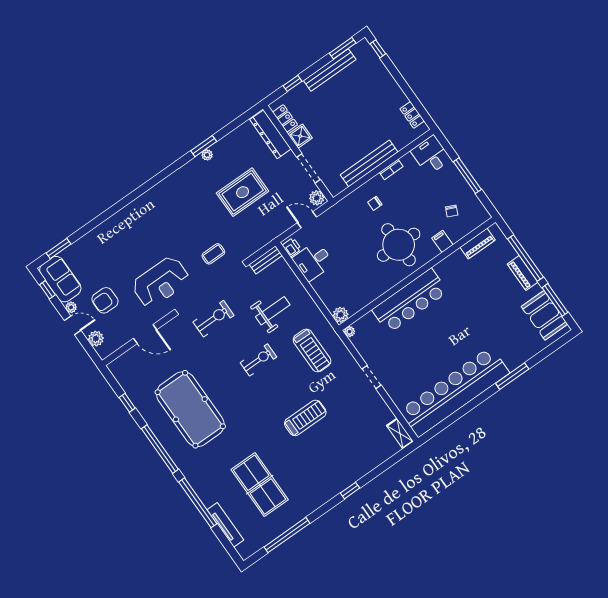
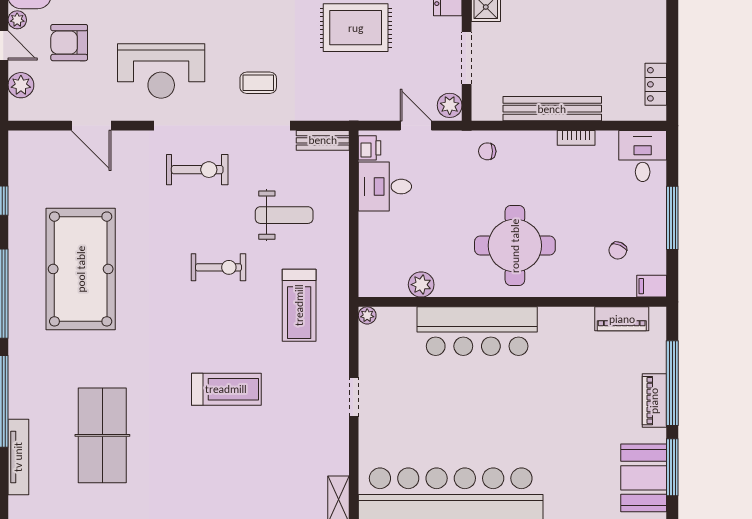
chair: (375, 203) -> (487, 151), moved
filing cabinet: (442, 241) -> (652, 286), moved, turned -90
plant: (341, 315) -> (421, 285), moved

